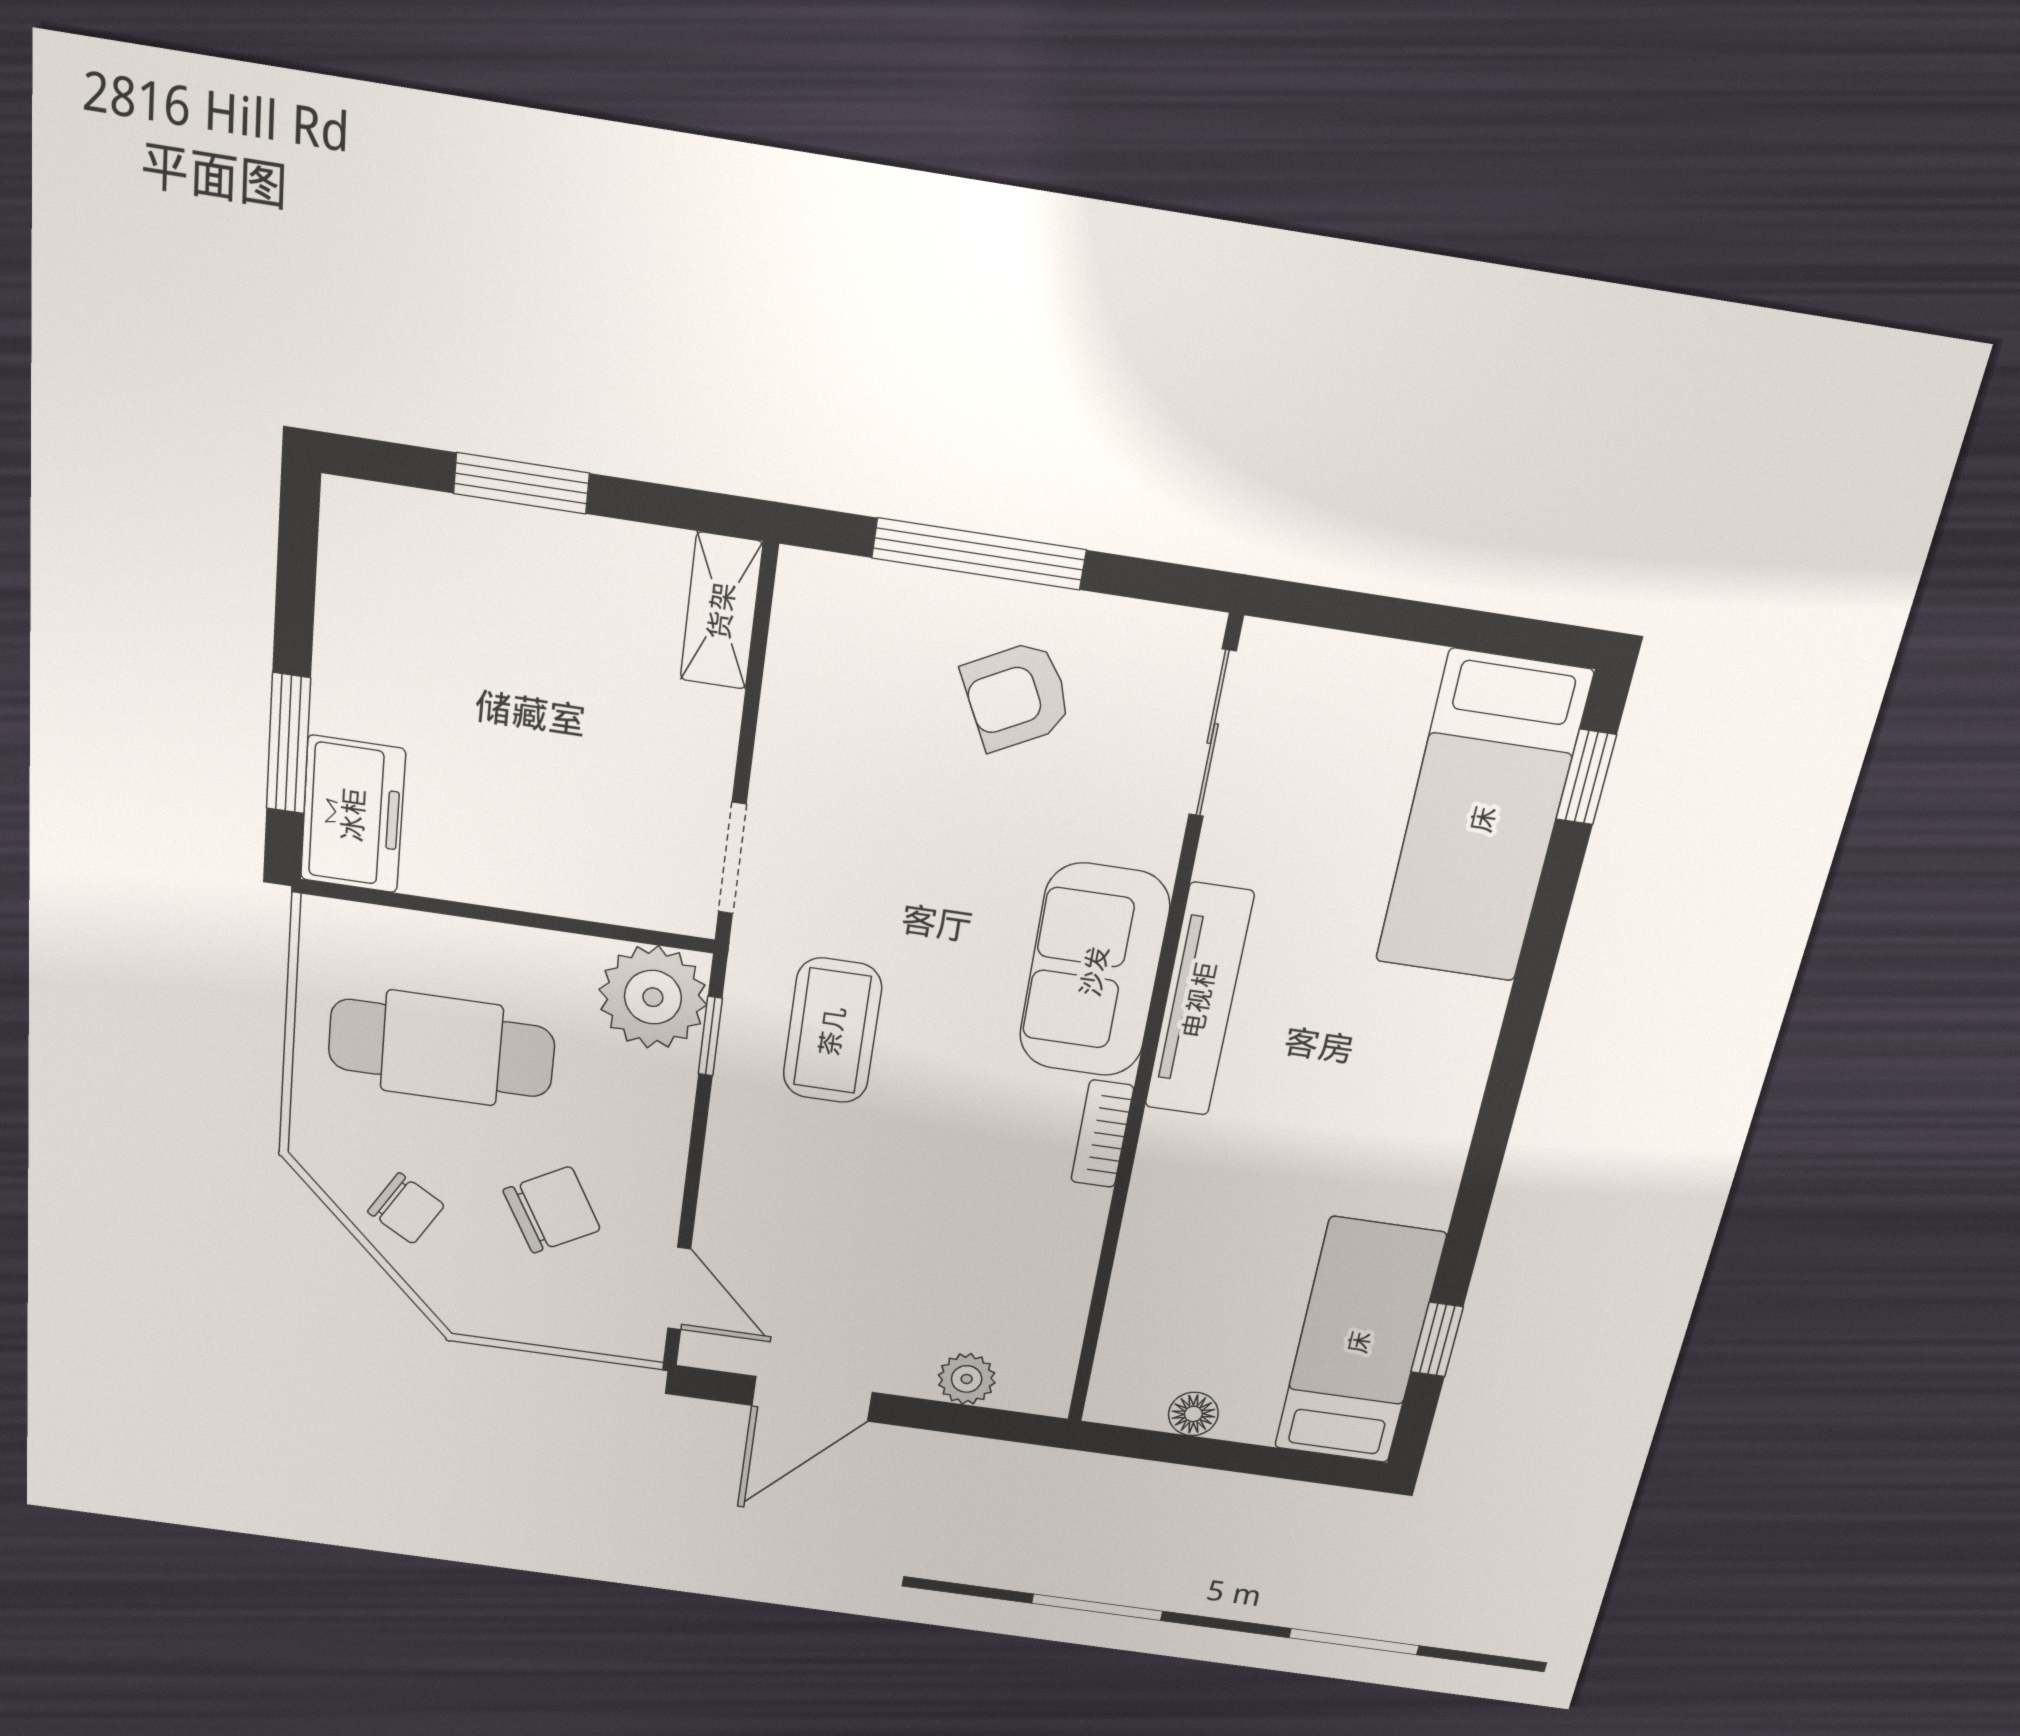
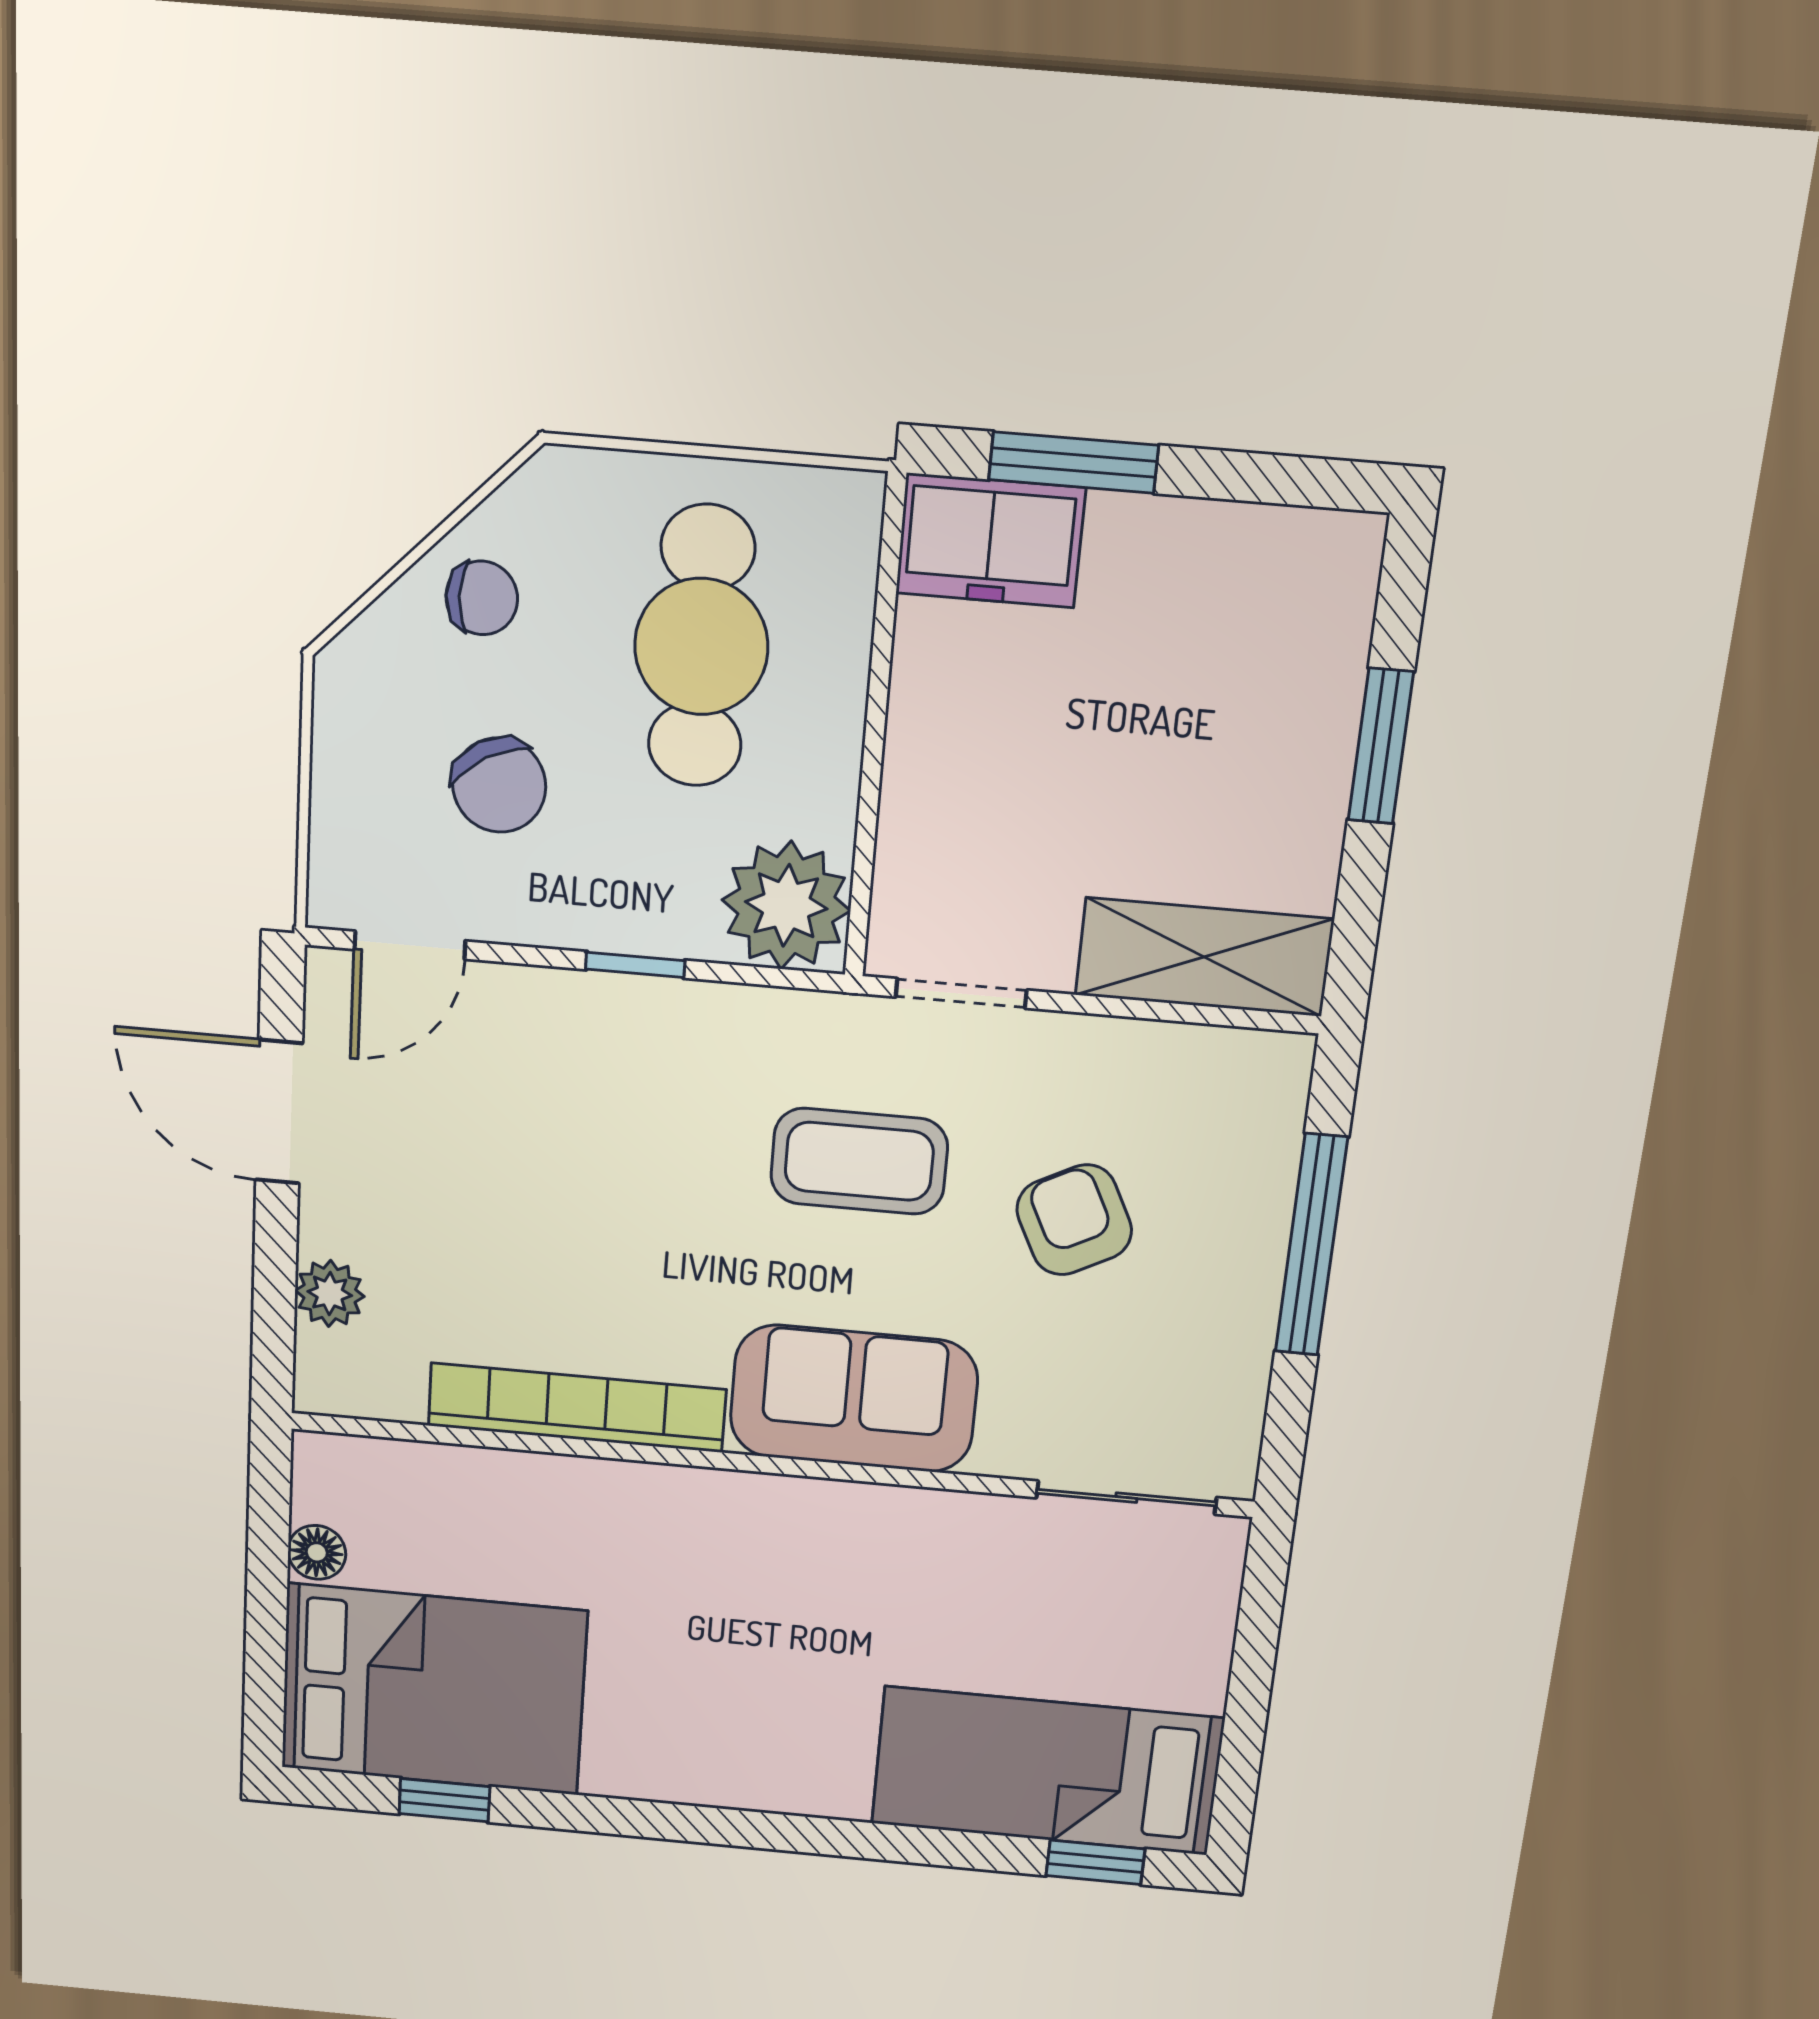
shelving: (721, 611) -> (1204, 957), width x1.50, depth x1.33
armchair: (1017, 696) -> (1074, 1220), moved
tv unit: (1199, 1000) -> (827, 1512), removed
coffee table: (832, 1031) -> (859, 1161), moved
window: (710, 1036) -> (635, 965), moved
bookcase: (1102, 1134) -> (577, 1408), width x2.31, depth x1.31
chair: (406, 1209) -> (482, 598), turned -121
bed: (1359, 1342) -> (433, 1690), width x1.50

